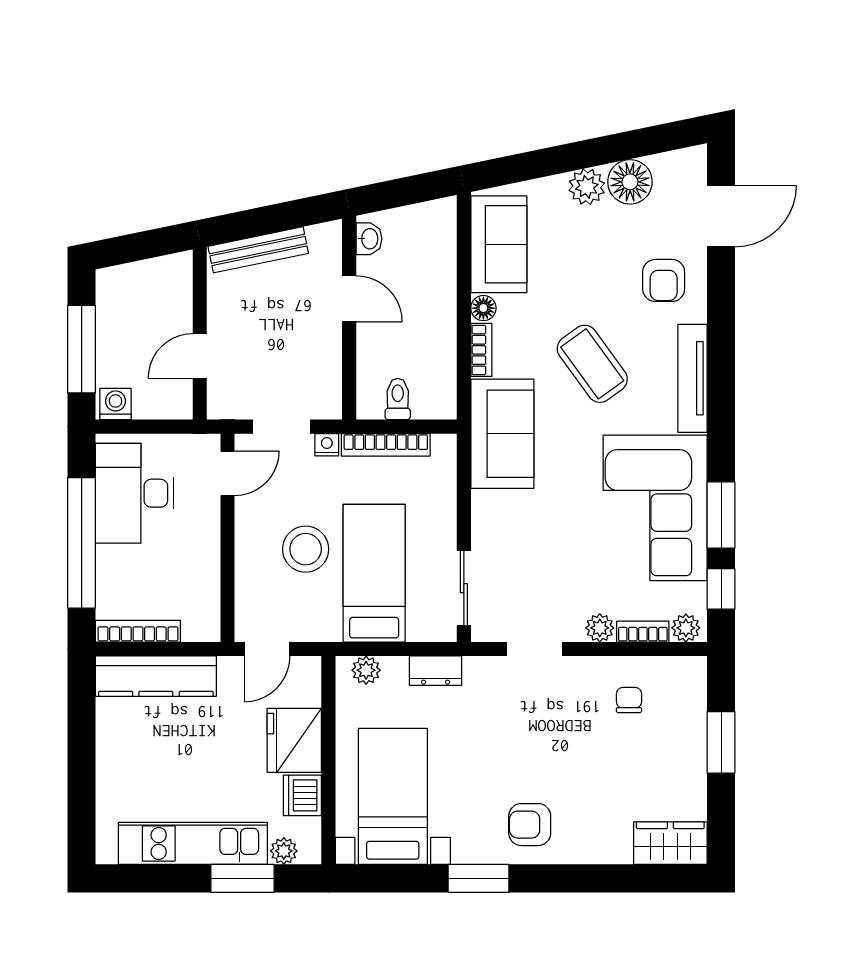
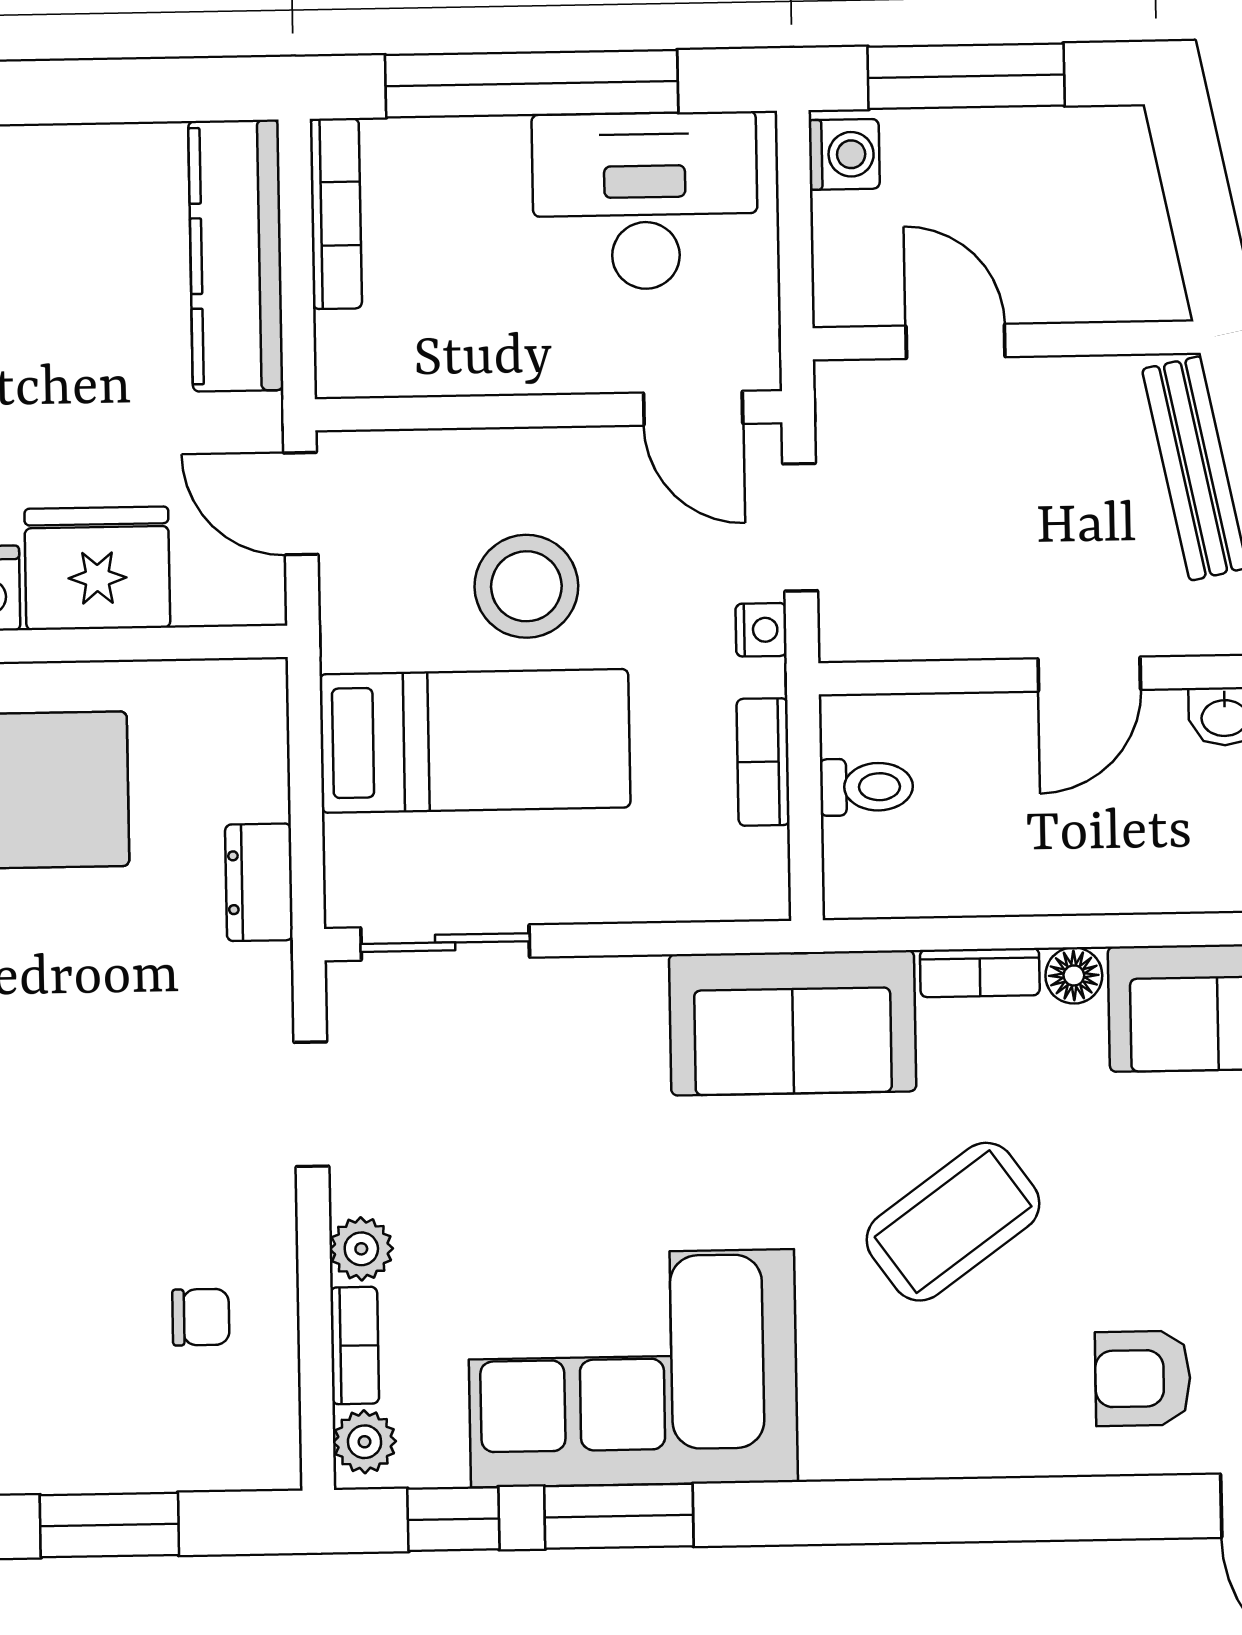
tv unit: (692, 378) -> (924, 1447), removed
bookcase: (386, 445) -> (763, 762), width x0.64
plant: (366, 670) -> (257, 727), removed

